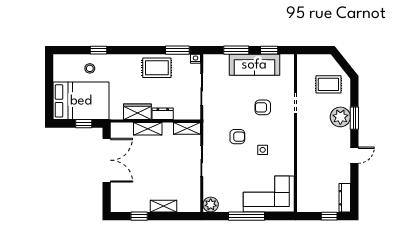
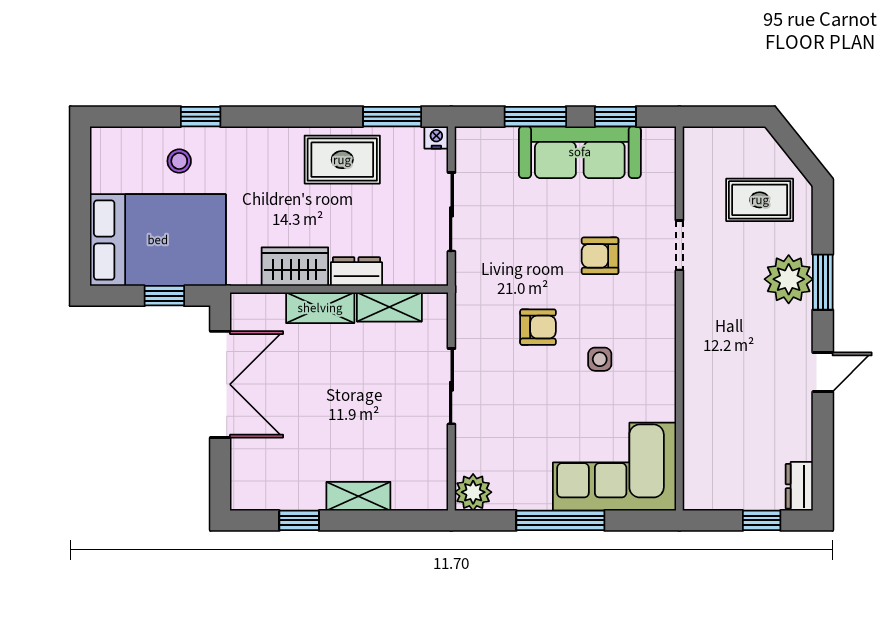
shelving: (187, 128) -> (389, 307), moved
dresser: (345, 198) -> (799, 486), width x0.70

